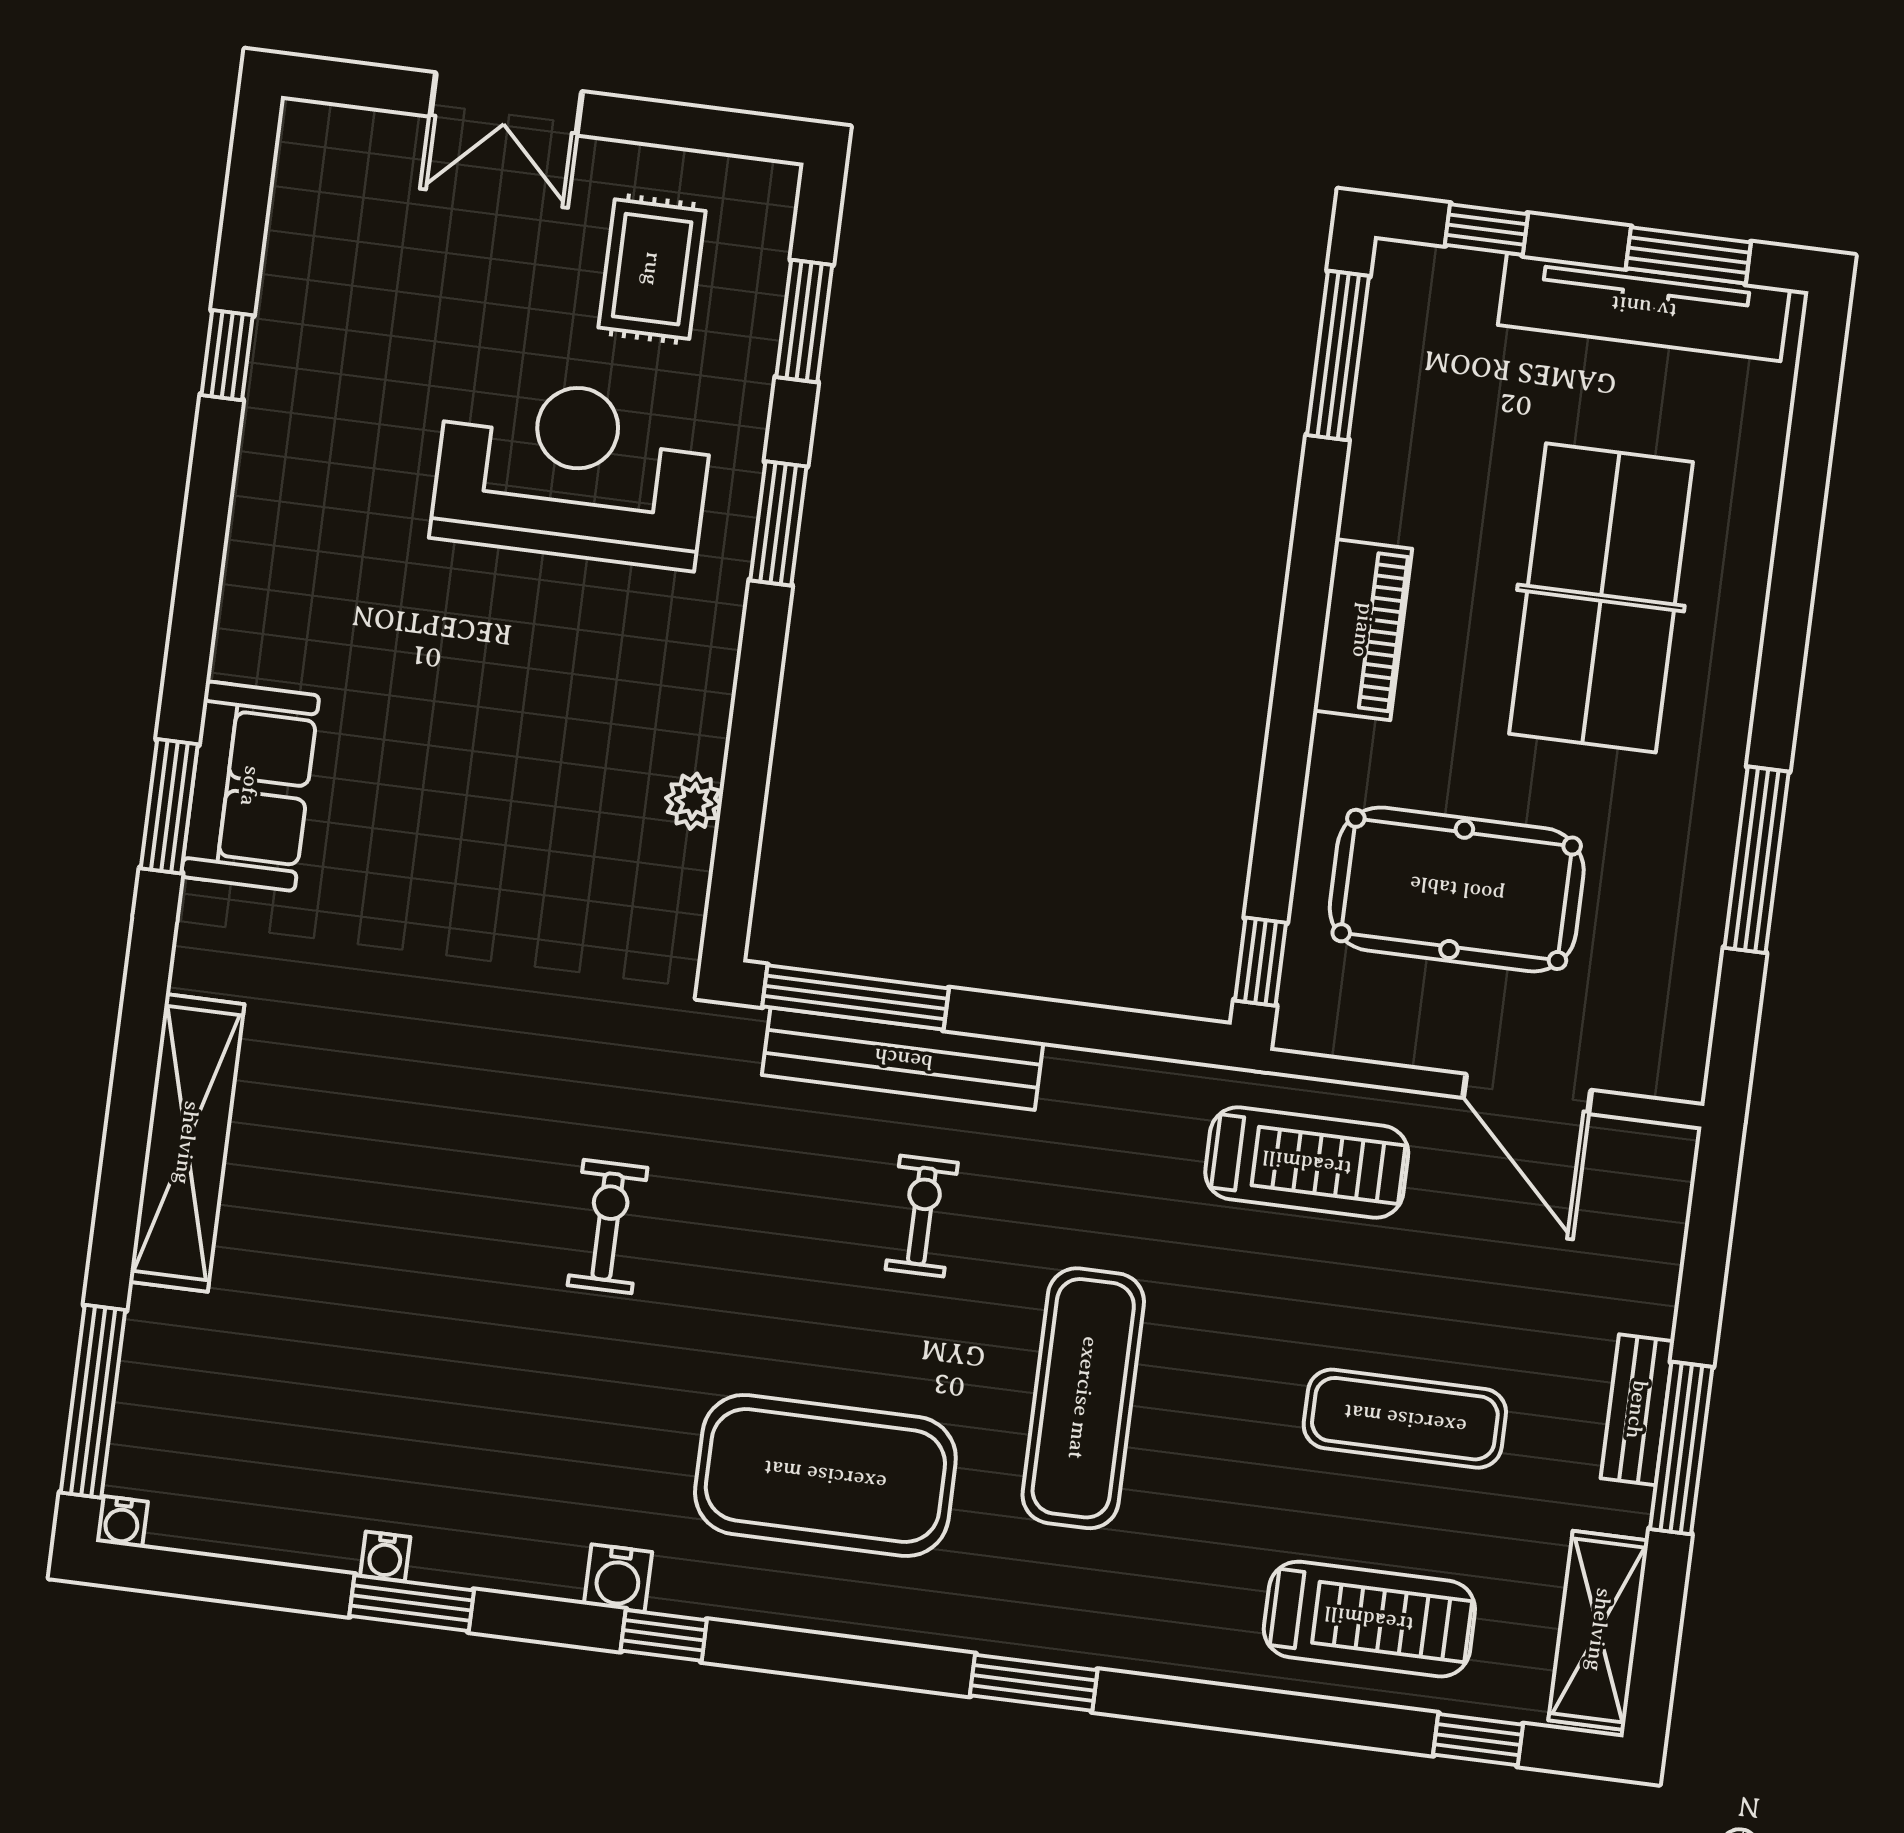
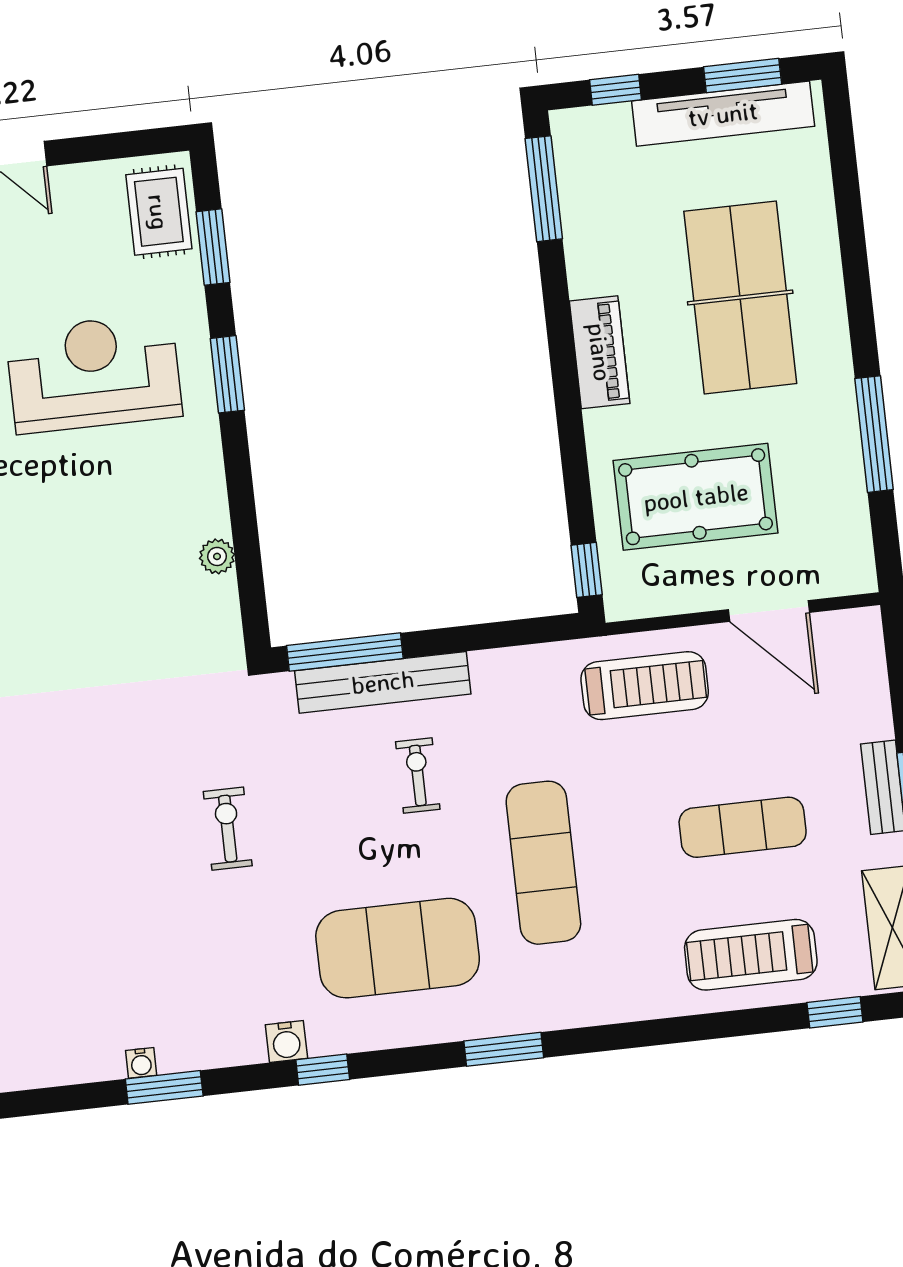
rug: (652, 269) -> (159, 212), moved
treadmill: (1369, 1619) -> (751, 955), turned 180
window: (1034, 1683) -> (504, 1049), moved

